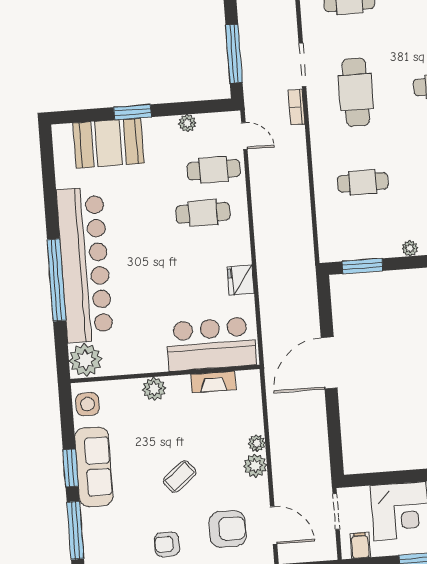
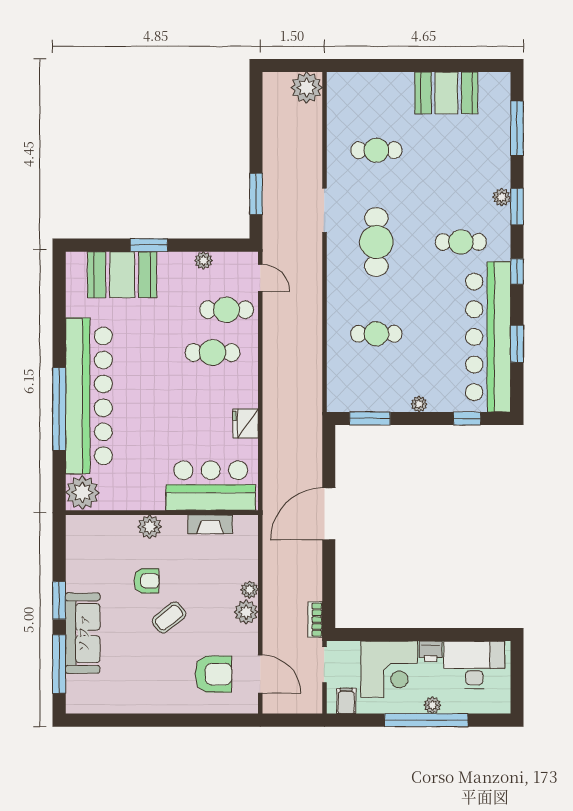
window: (234, 54) -> (256, 194), width x0.69
bookcase: (296, 107) -> (315, 620), moved
side table: (87, 404) -> (81, 537), removed
sofa: (94, 467) -> (83, 633), moved
armchair: (167, 544) -> (146, 581), moved, turned 180

